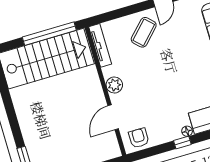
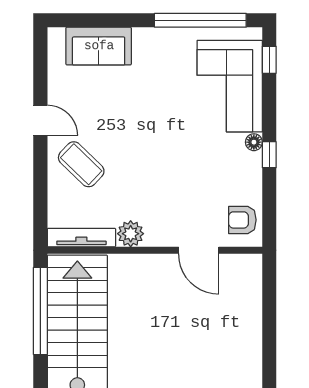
plant: (114, 85) -> (131, 234), moved

